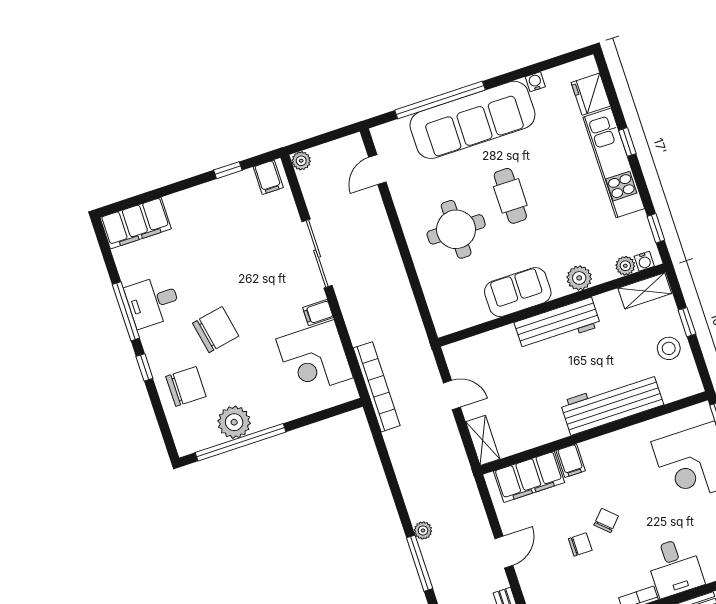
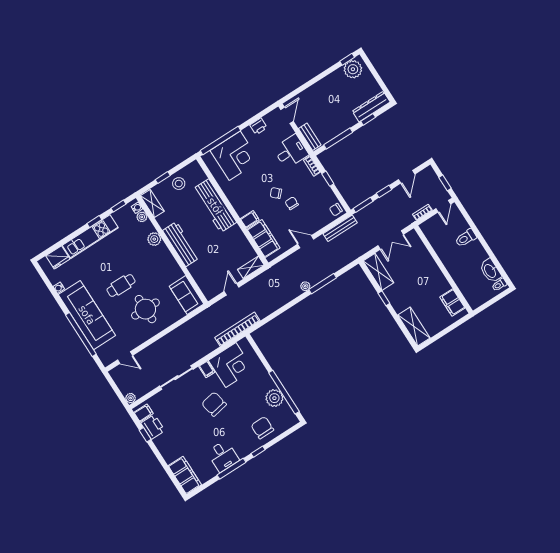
window: (627, 142) -> (94, 221), moved
printer: (238, 188) -> (153, 427), added
sofa: (518, 292) -> (186, 295), moved
chair: (216, 330) -> (214, 404), moved

